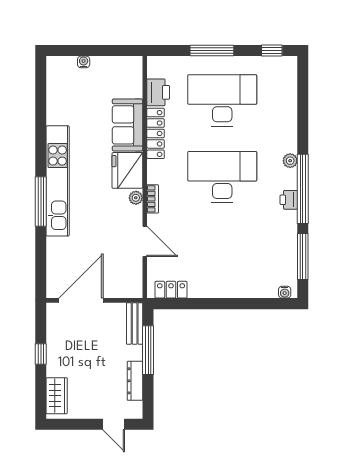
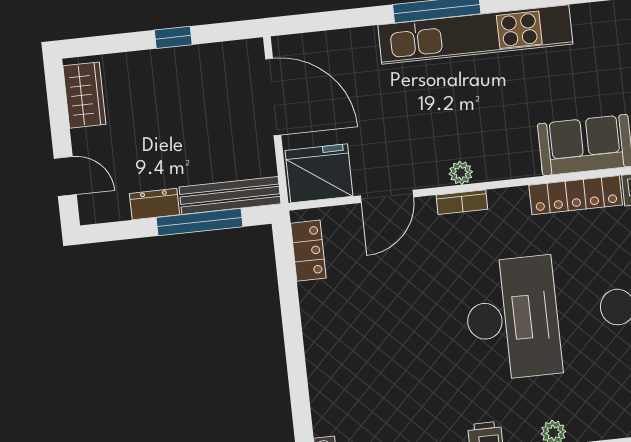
fridge: (127, 170) -> (319, 173), moved
bench: (135, 324) -> (230, 195), width x1.36
dresser: (135, 381) -> (154, 204), width x0.70
wardrobe: (57, 396) -> (84, 95), moved, turned -90
door: (114, 424) -> (65, 176), swing flipped

